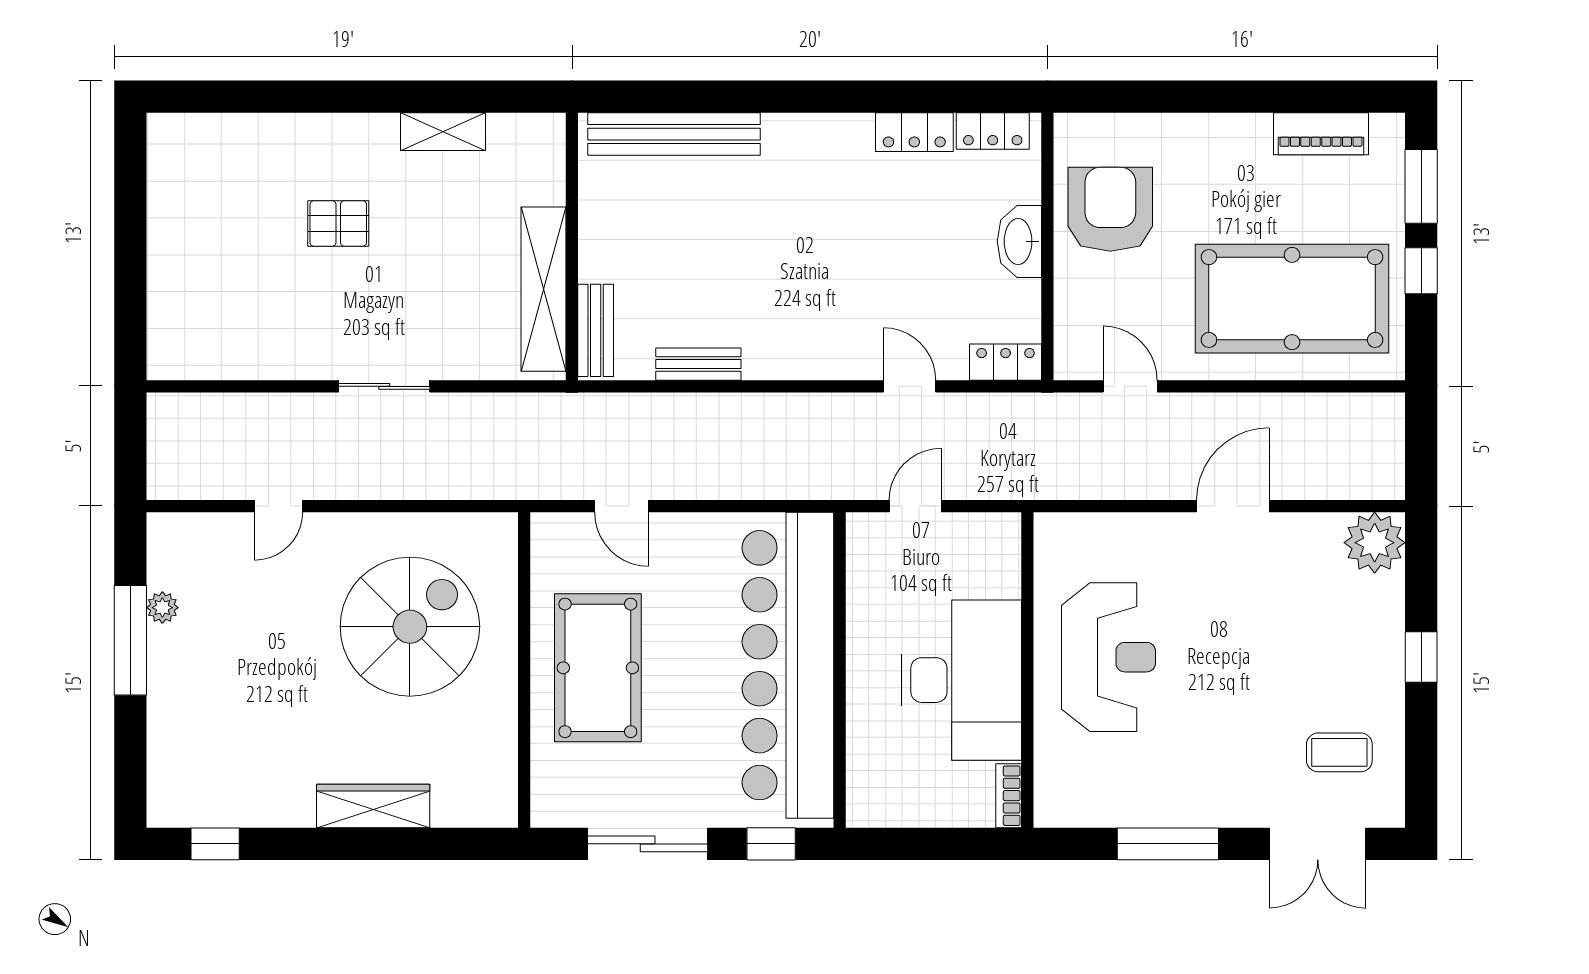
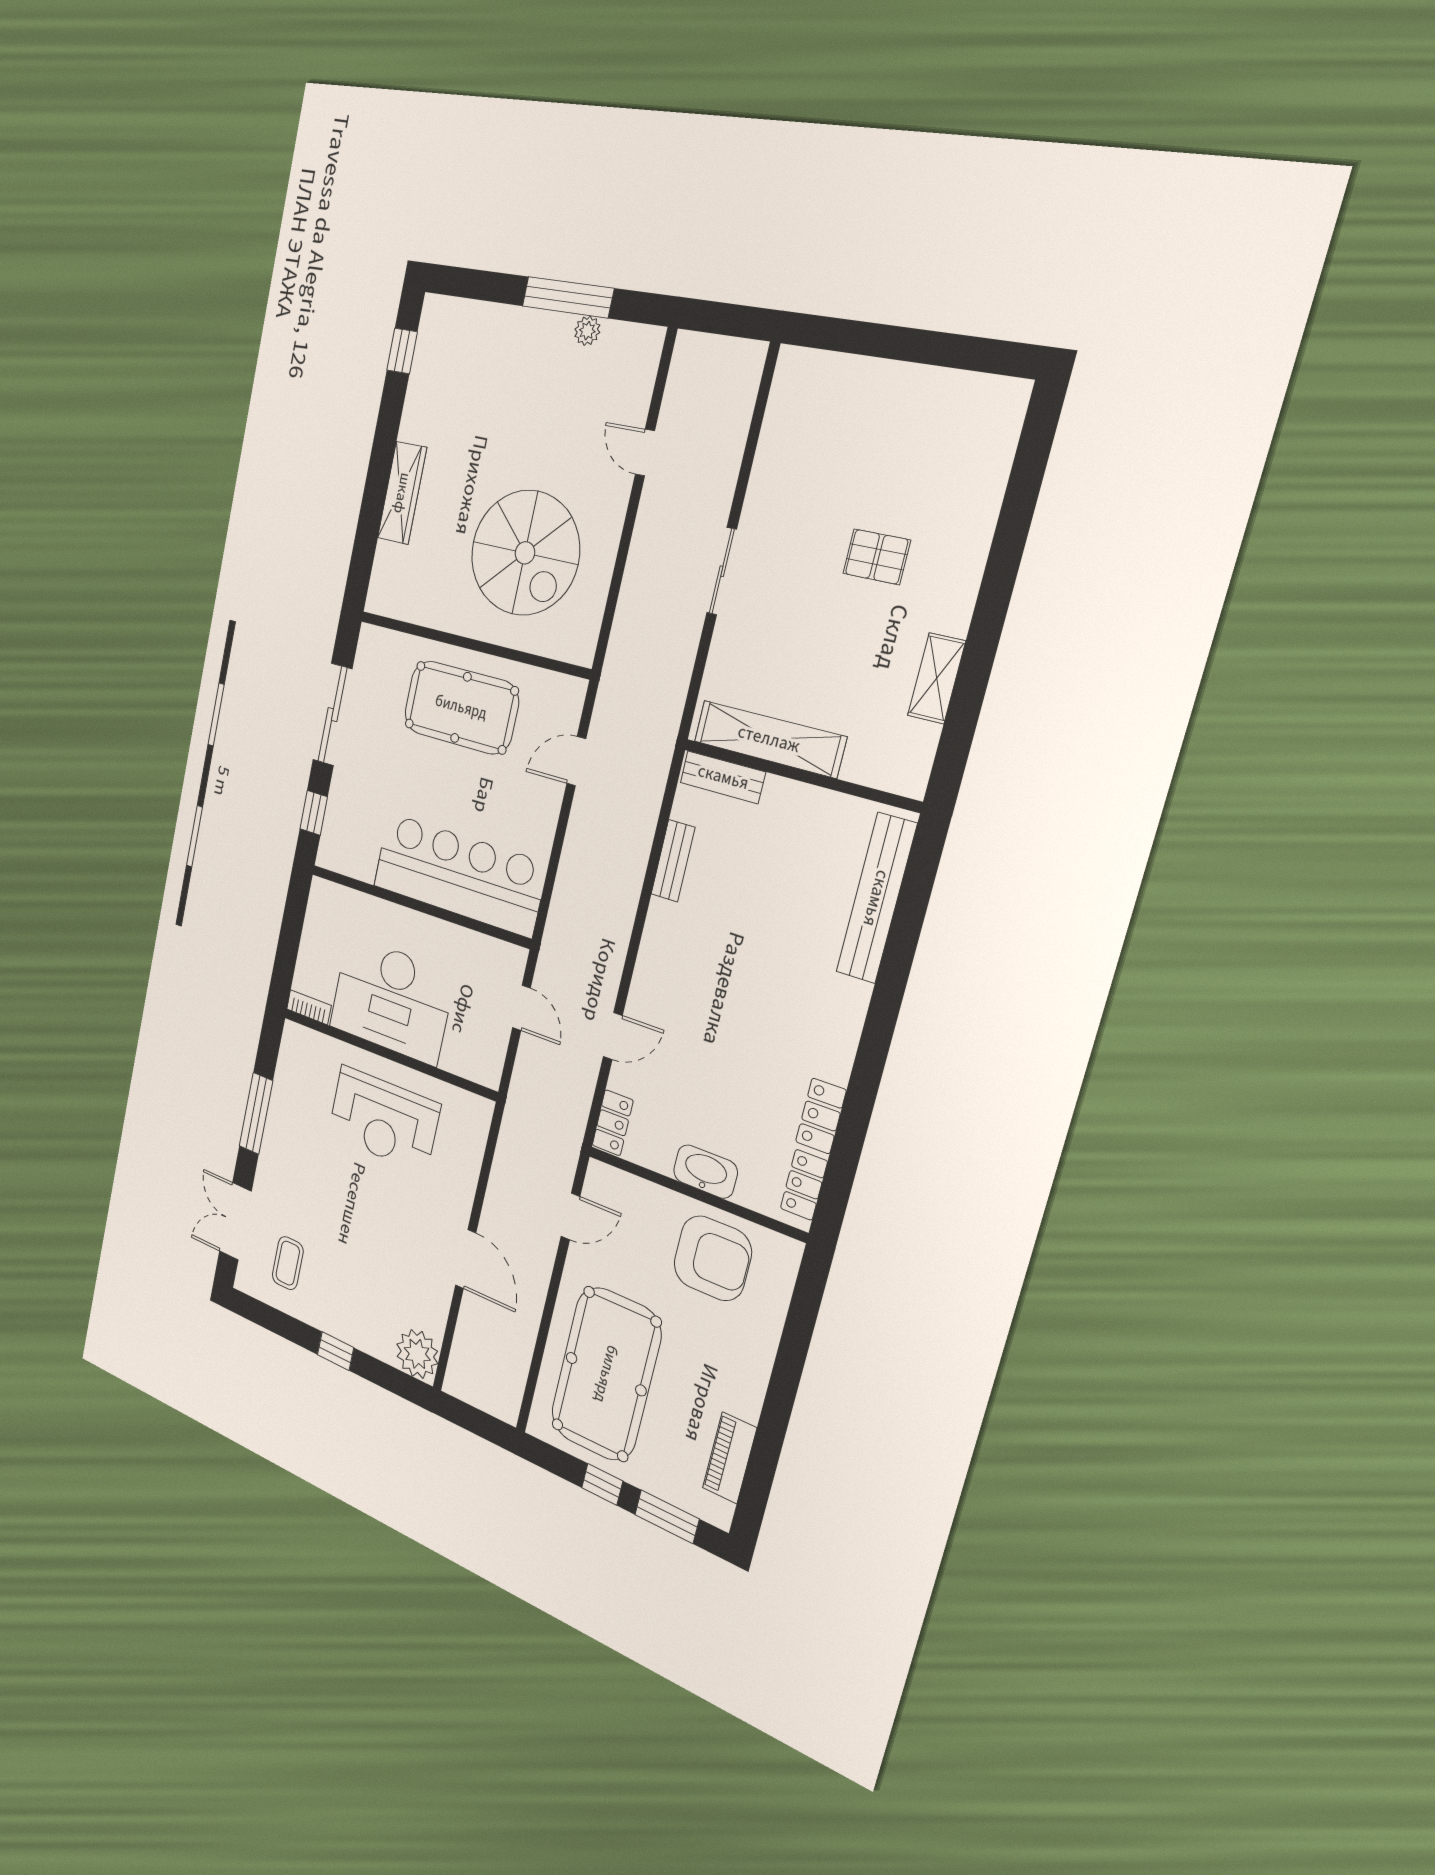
pallet: (338, 224) -> (877, 557), turned 90
bar counter: (788, 665) -> (459, 875), width x0.73

